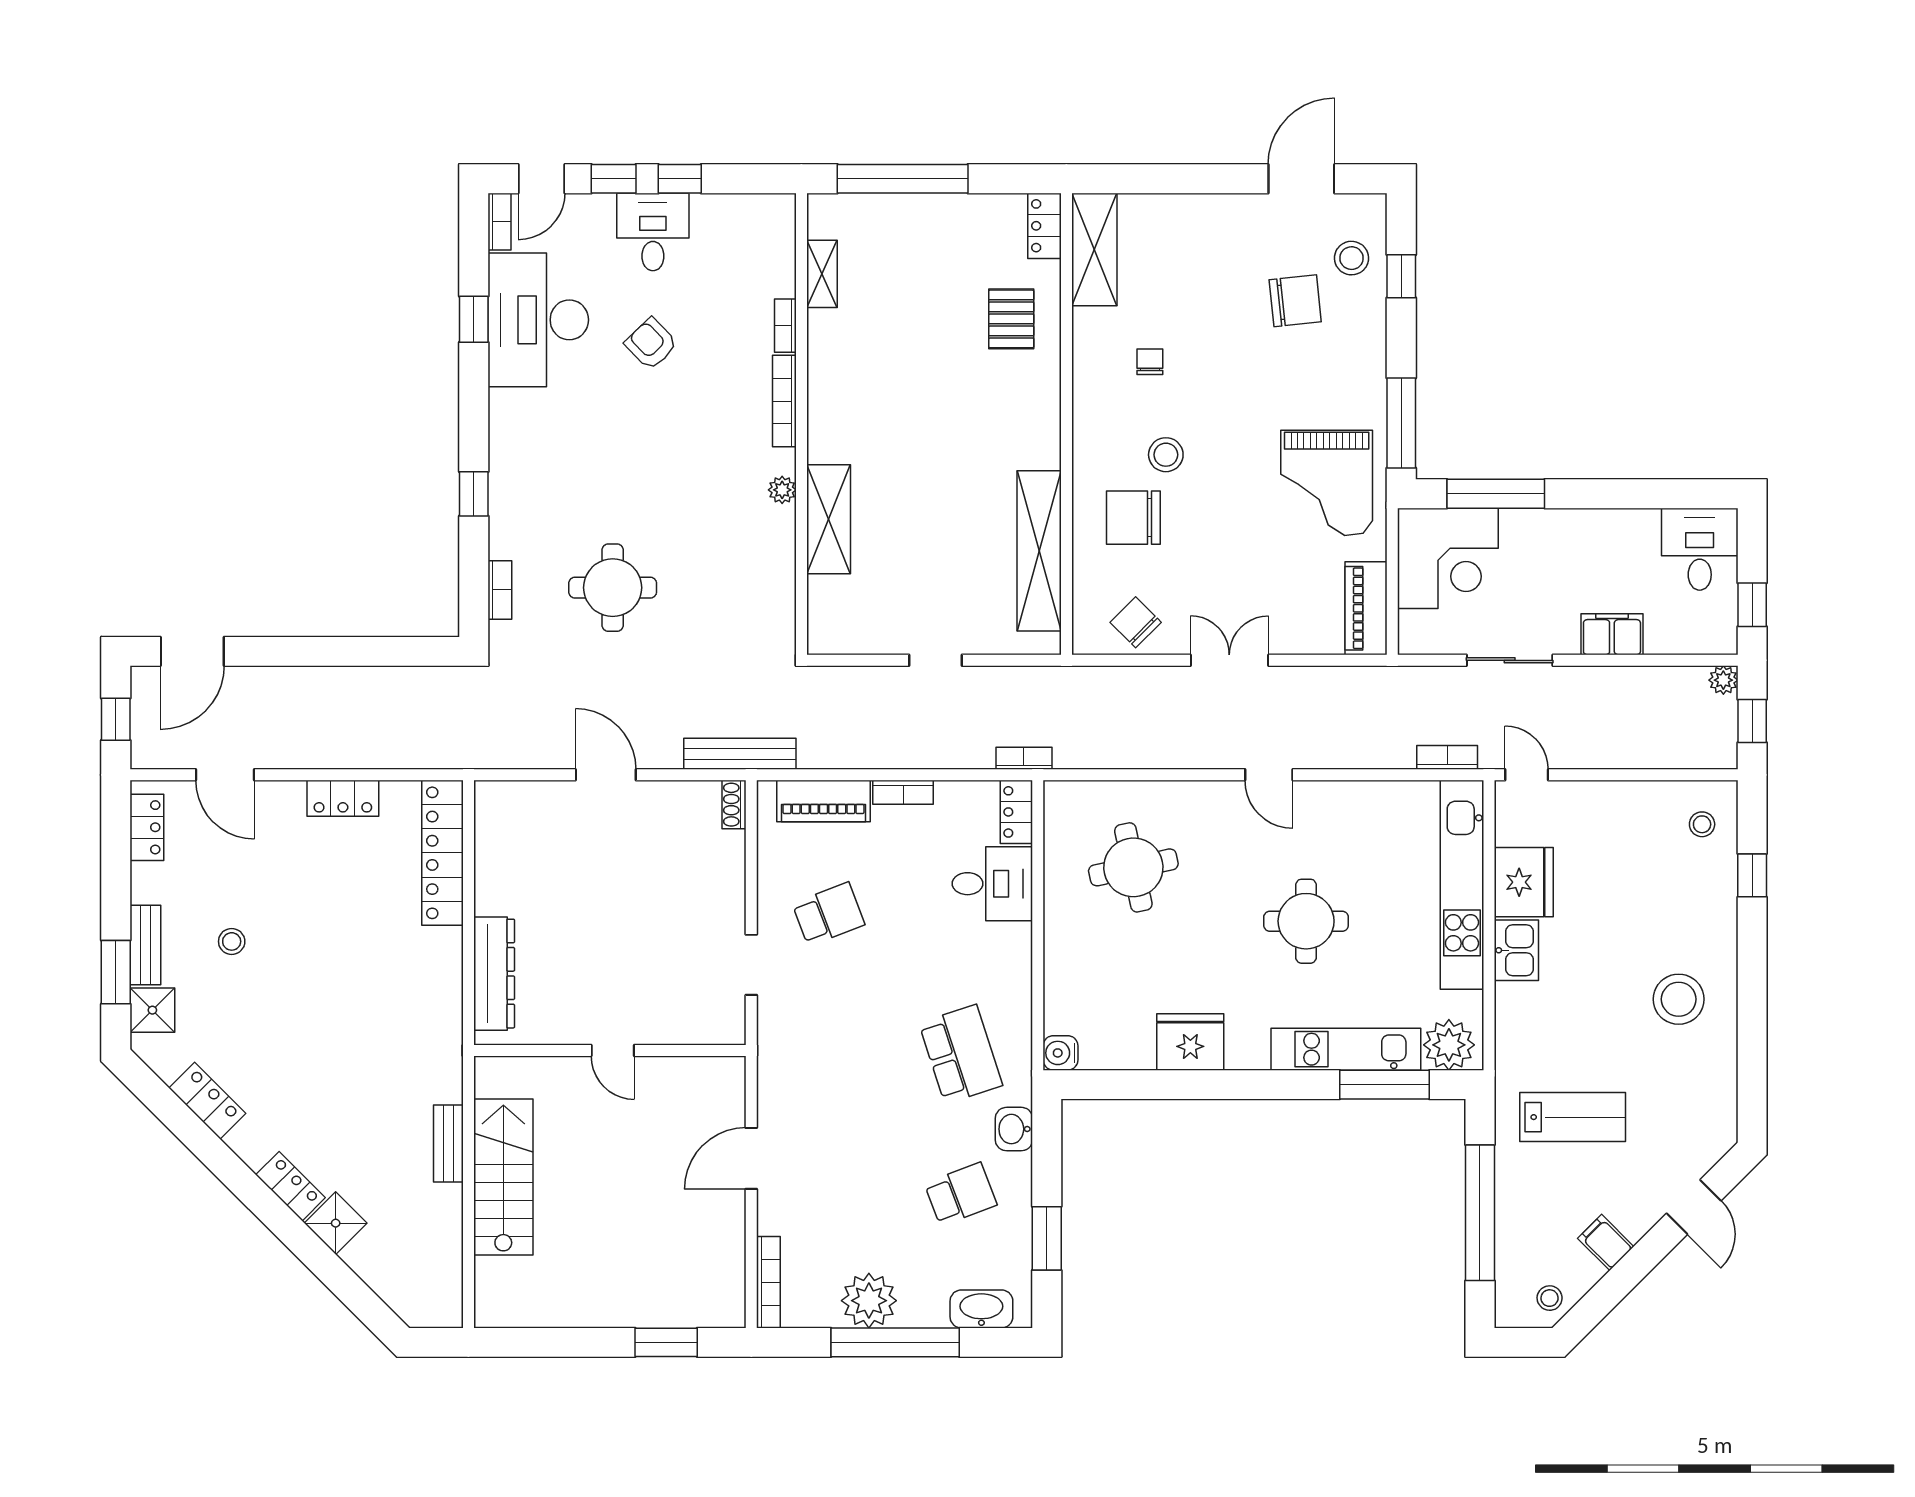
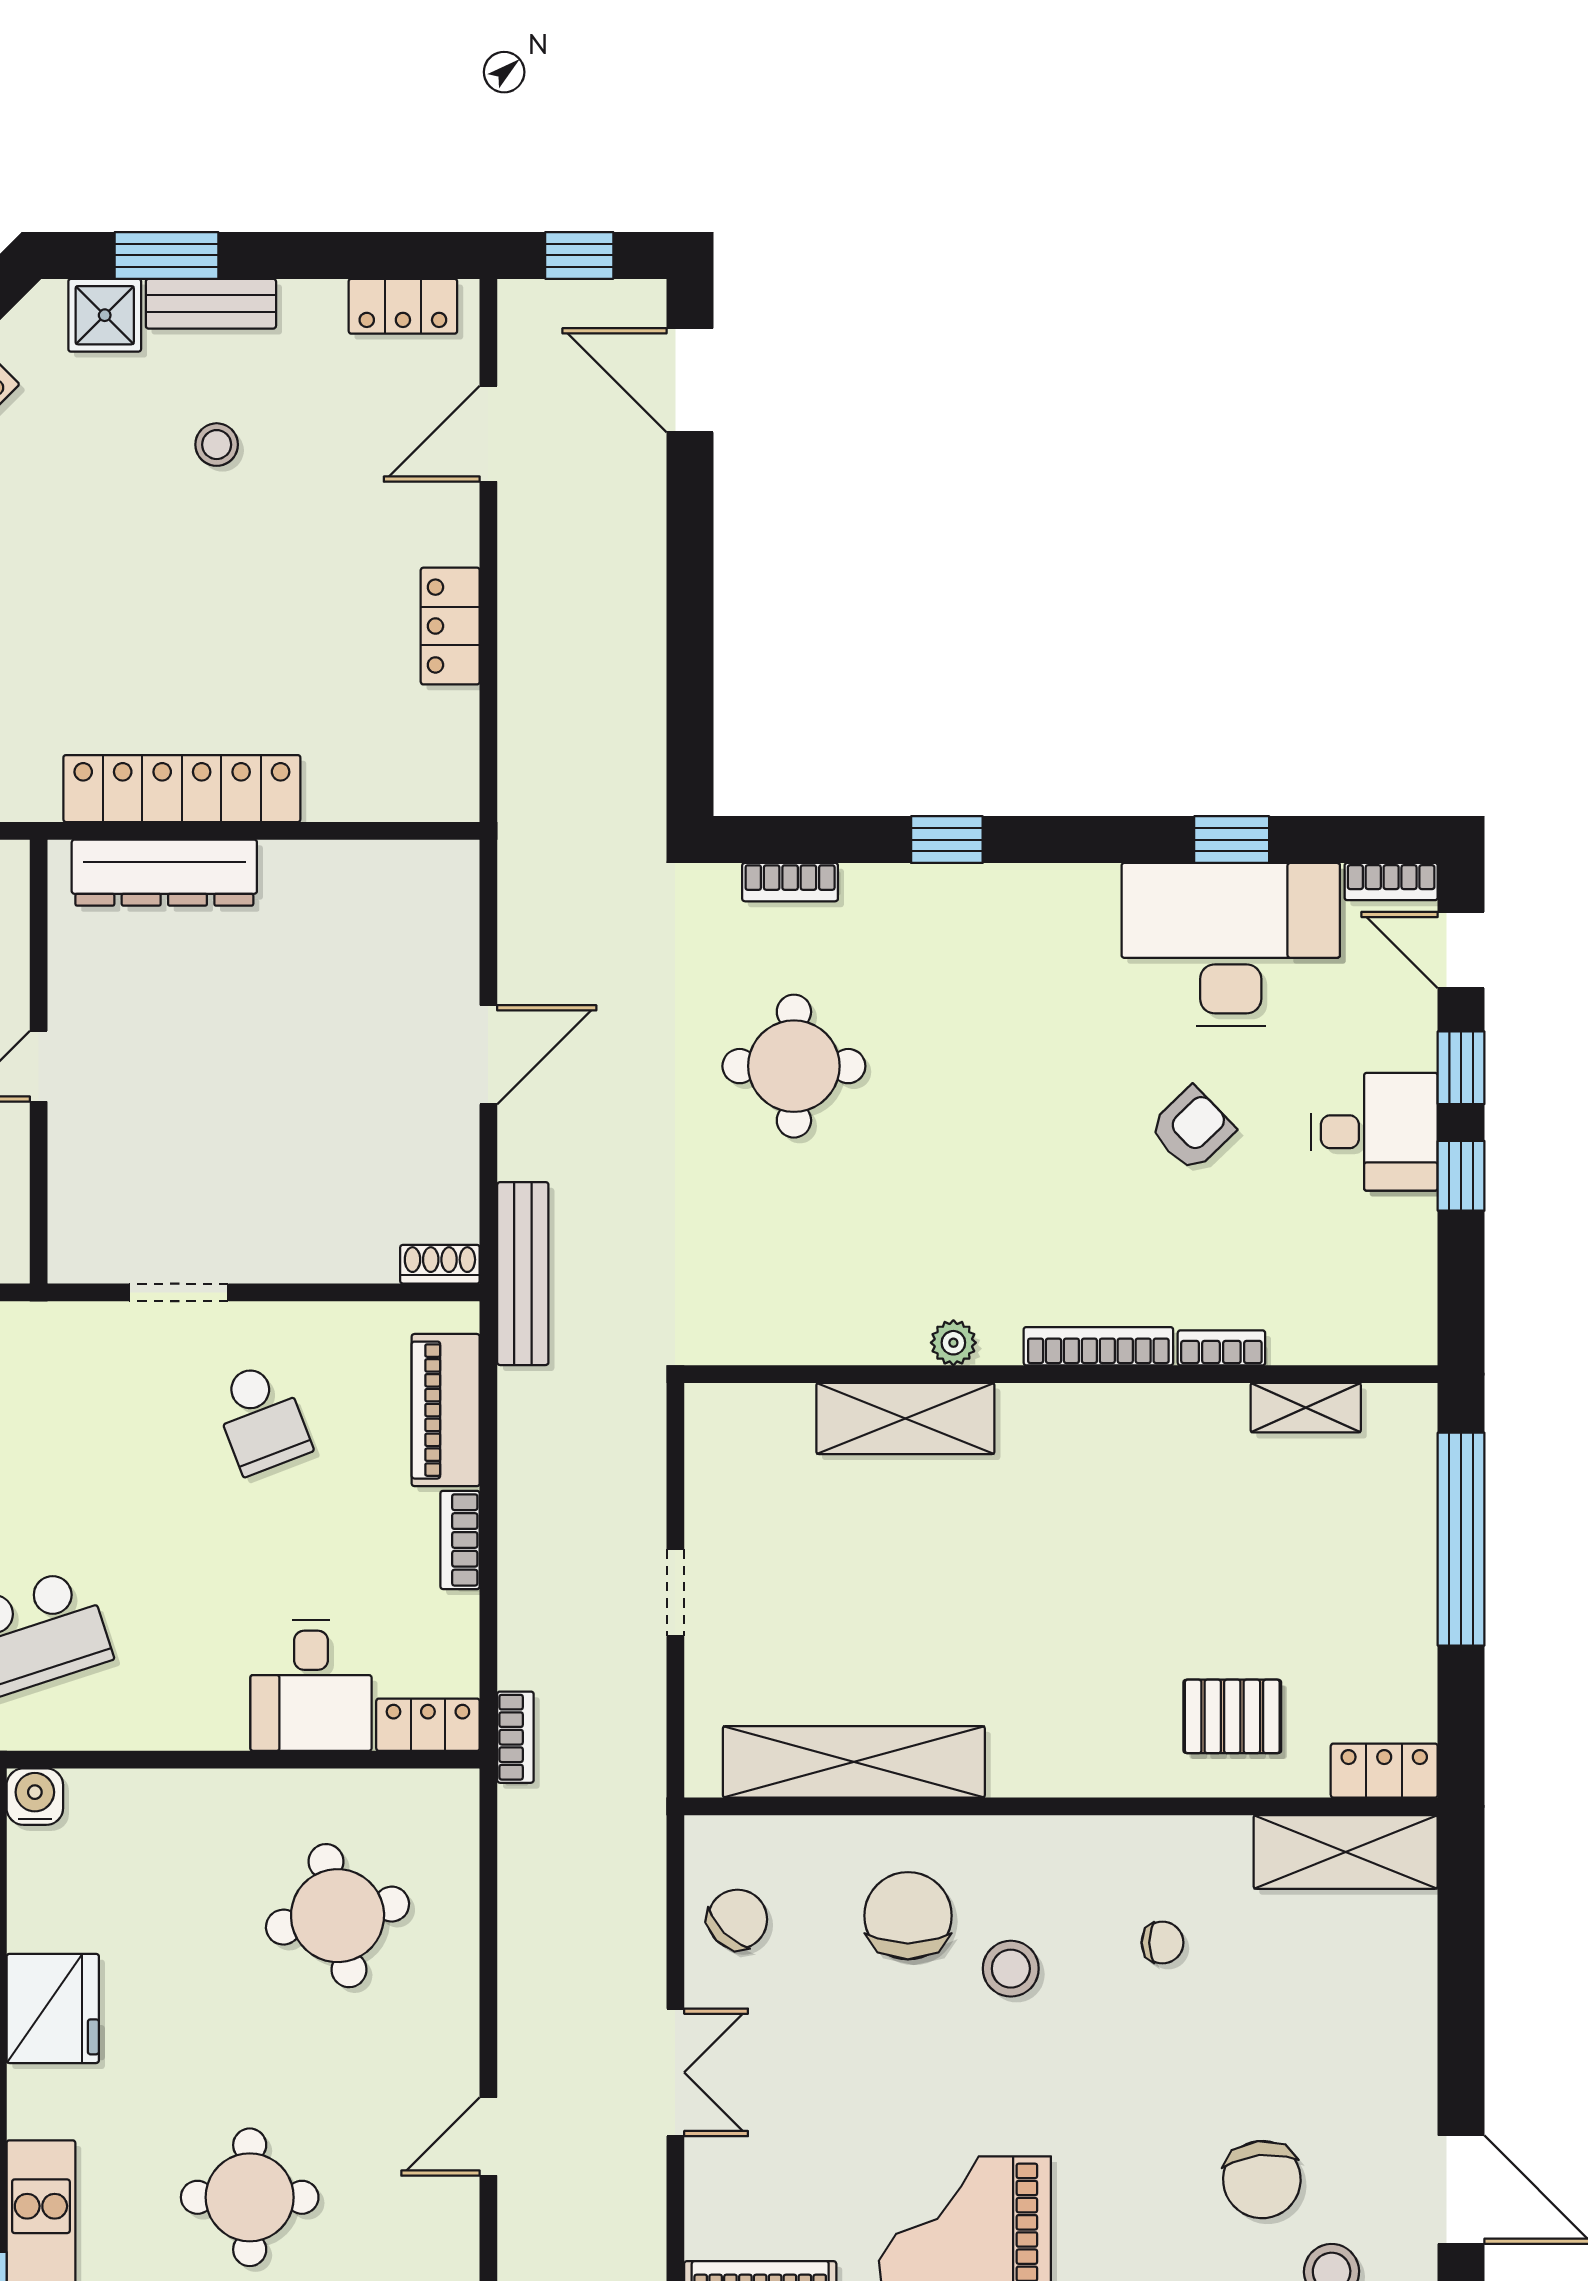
locker: (443, 853) -> (182, 789), moved

